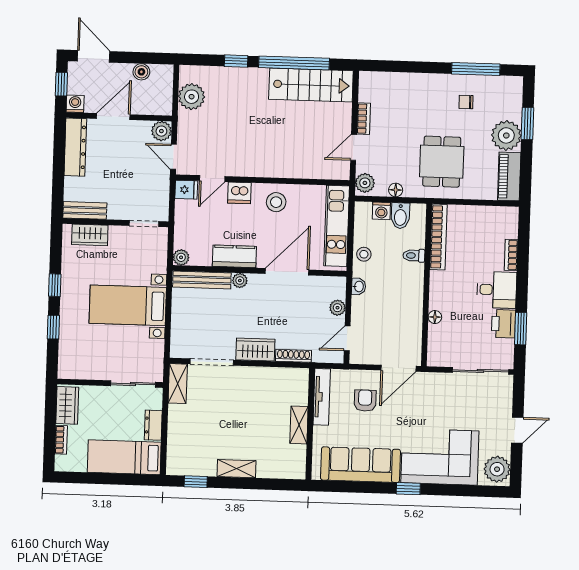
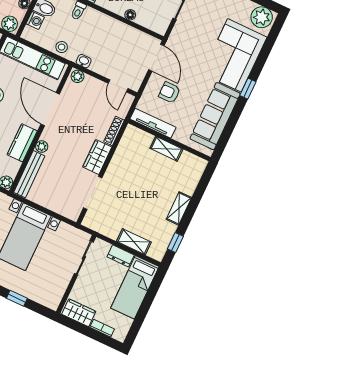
plant: (337, 308) -> (78, 76), moved
shelving: (178, 384) -> (134, 242), moved

